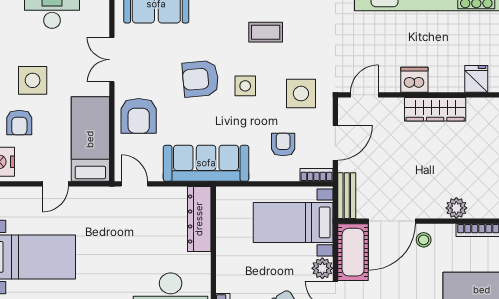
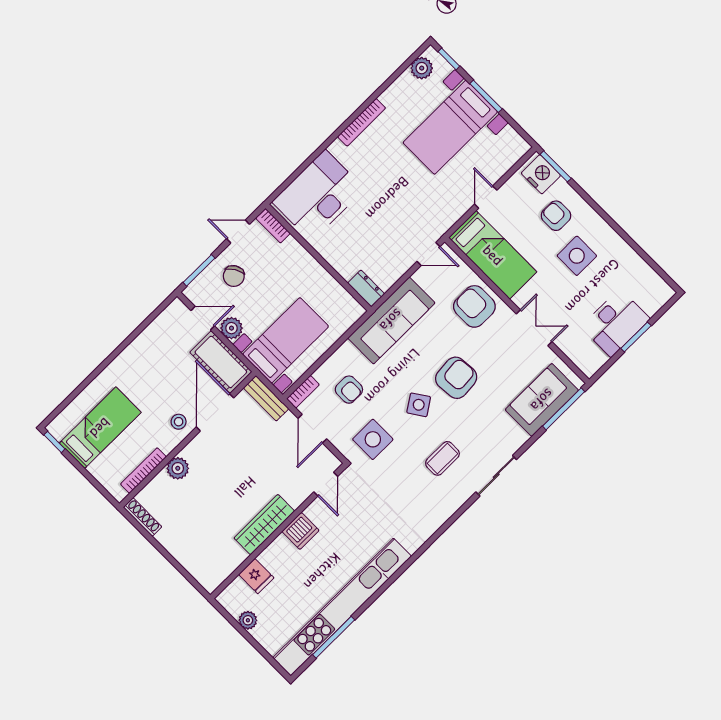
side table: (245, 86) -> (419, 405), turned -34
dresser: (199, 219) -> (366, 288), width x0.51, depth x0.80

